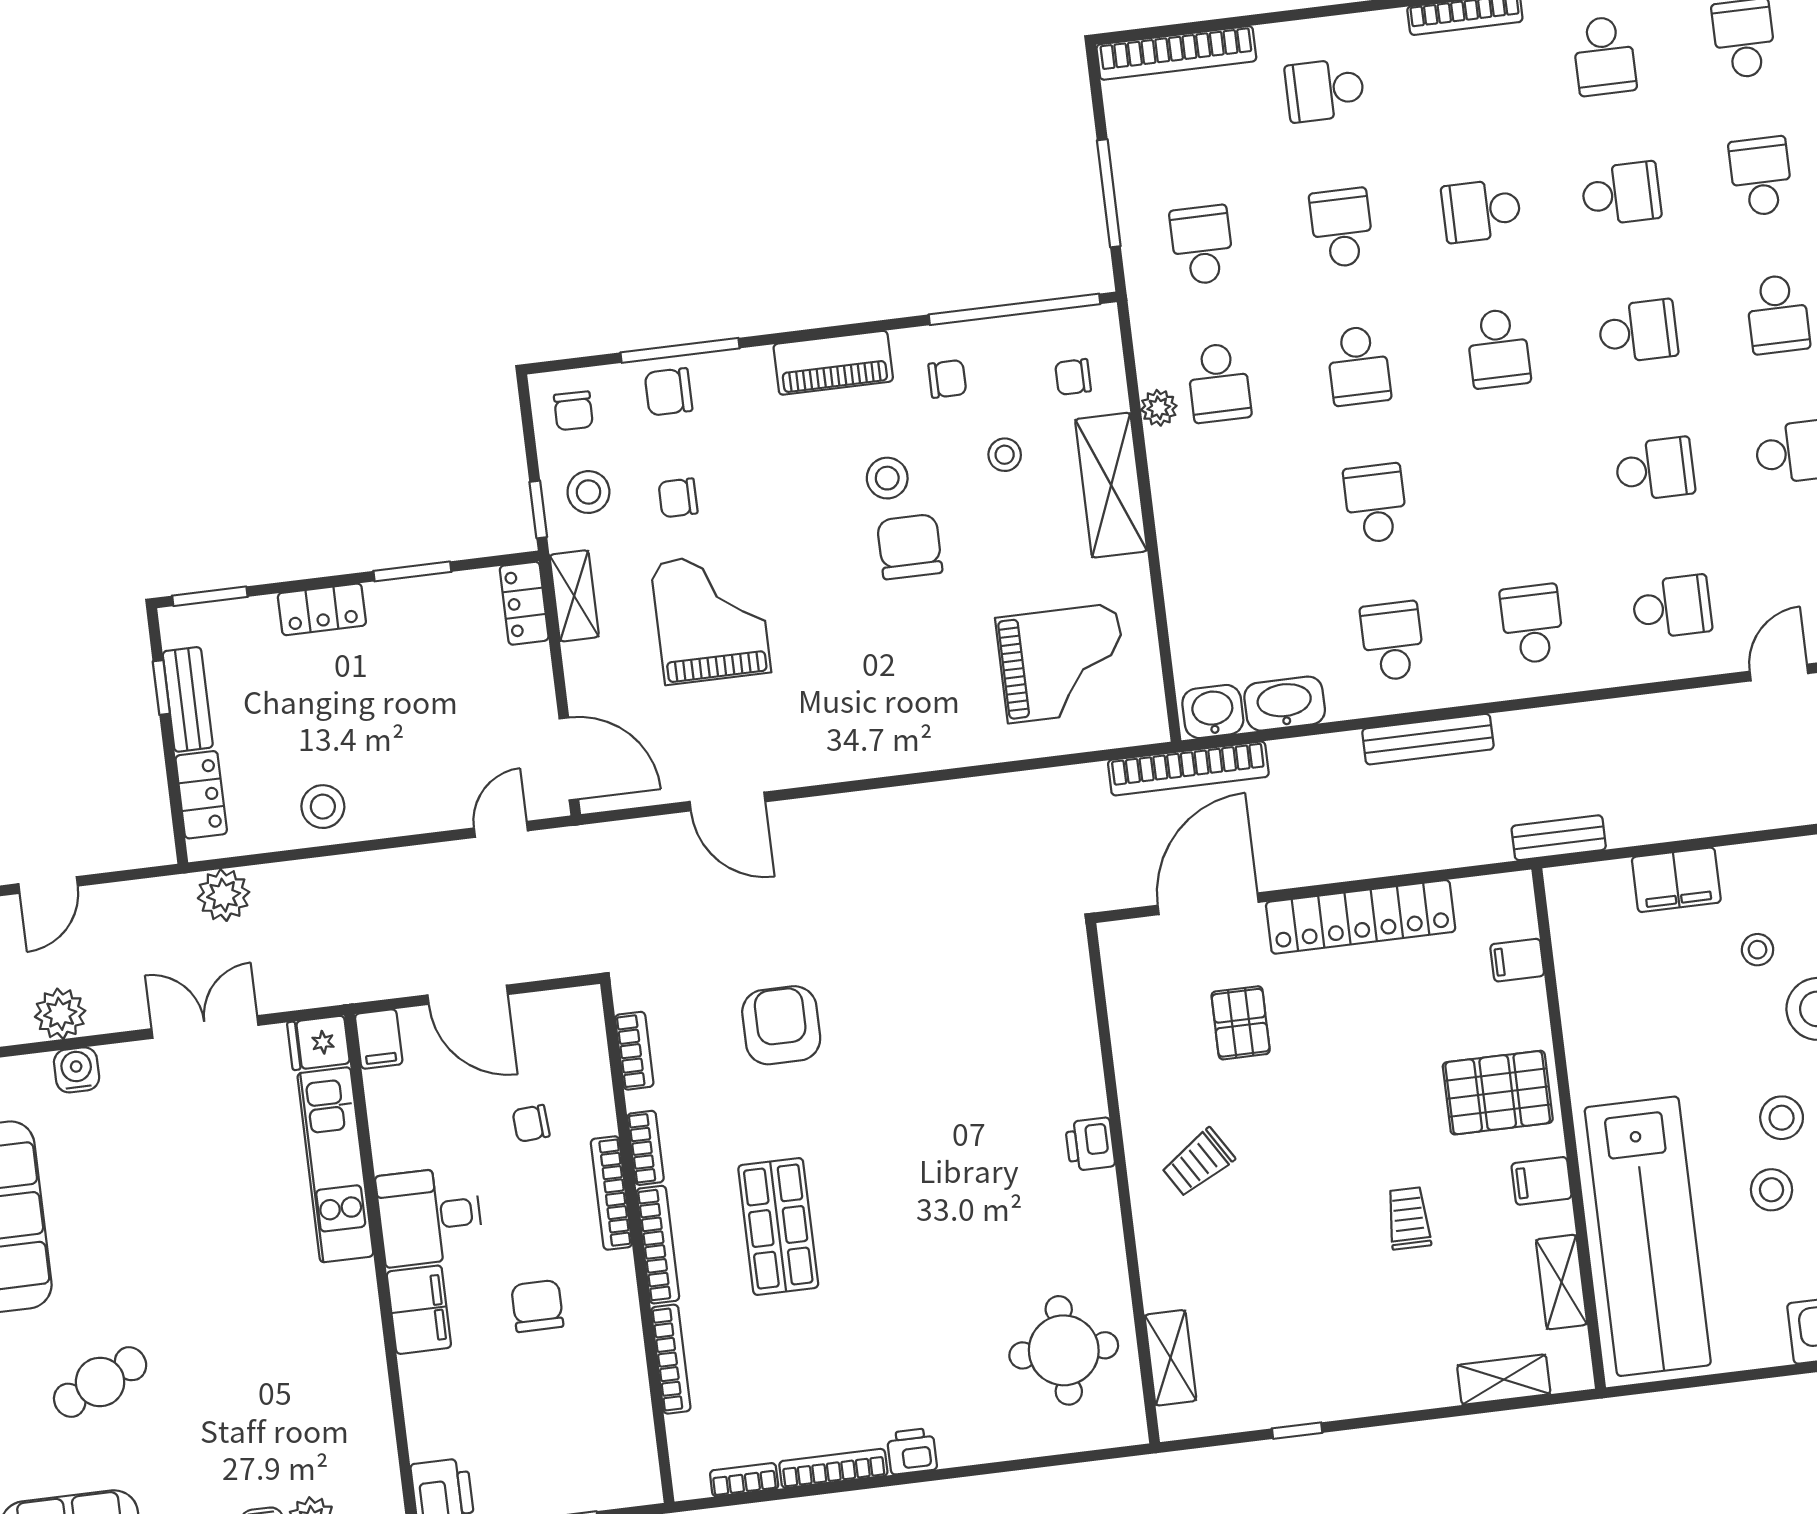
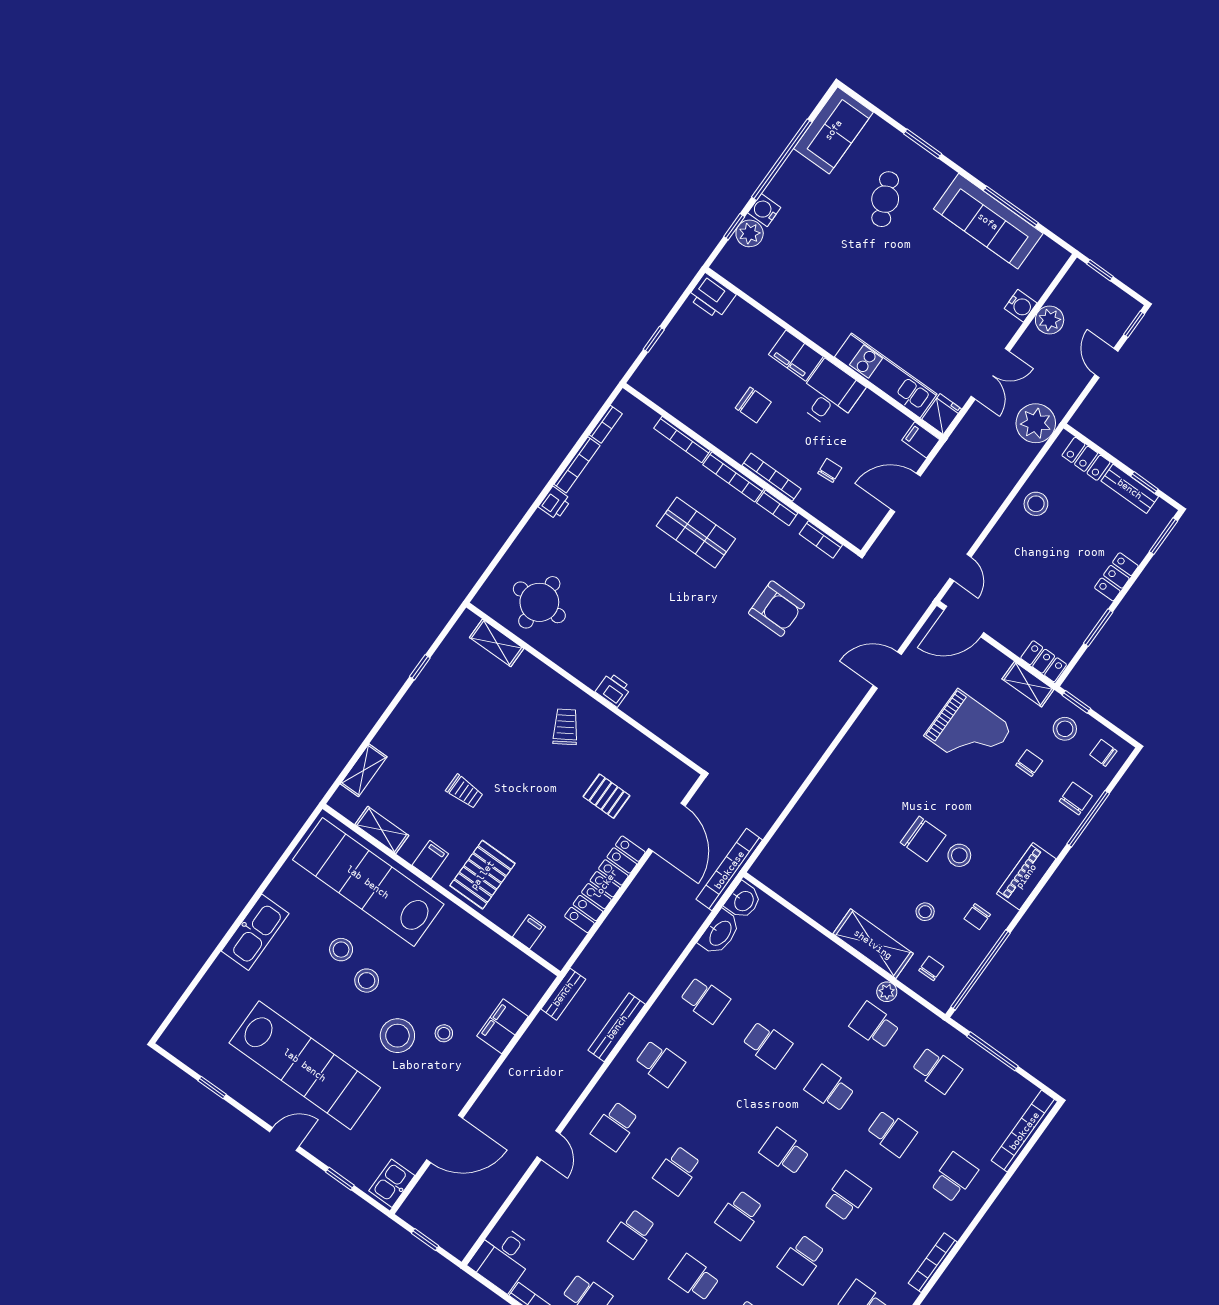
grand piano: (1062, 663) -> (819, 858), removed
bench: (1428, 739) -> (617, 1027), moved
plant: (224, 895) -> (1036, 423), width x1.36, depth x1.36

